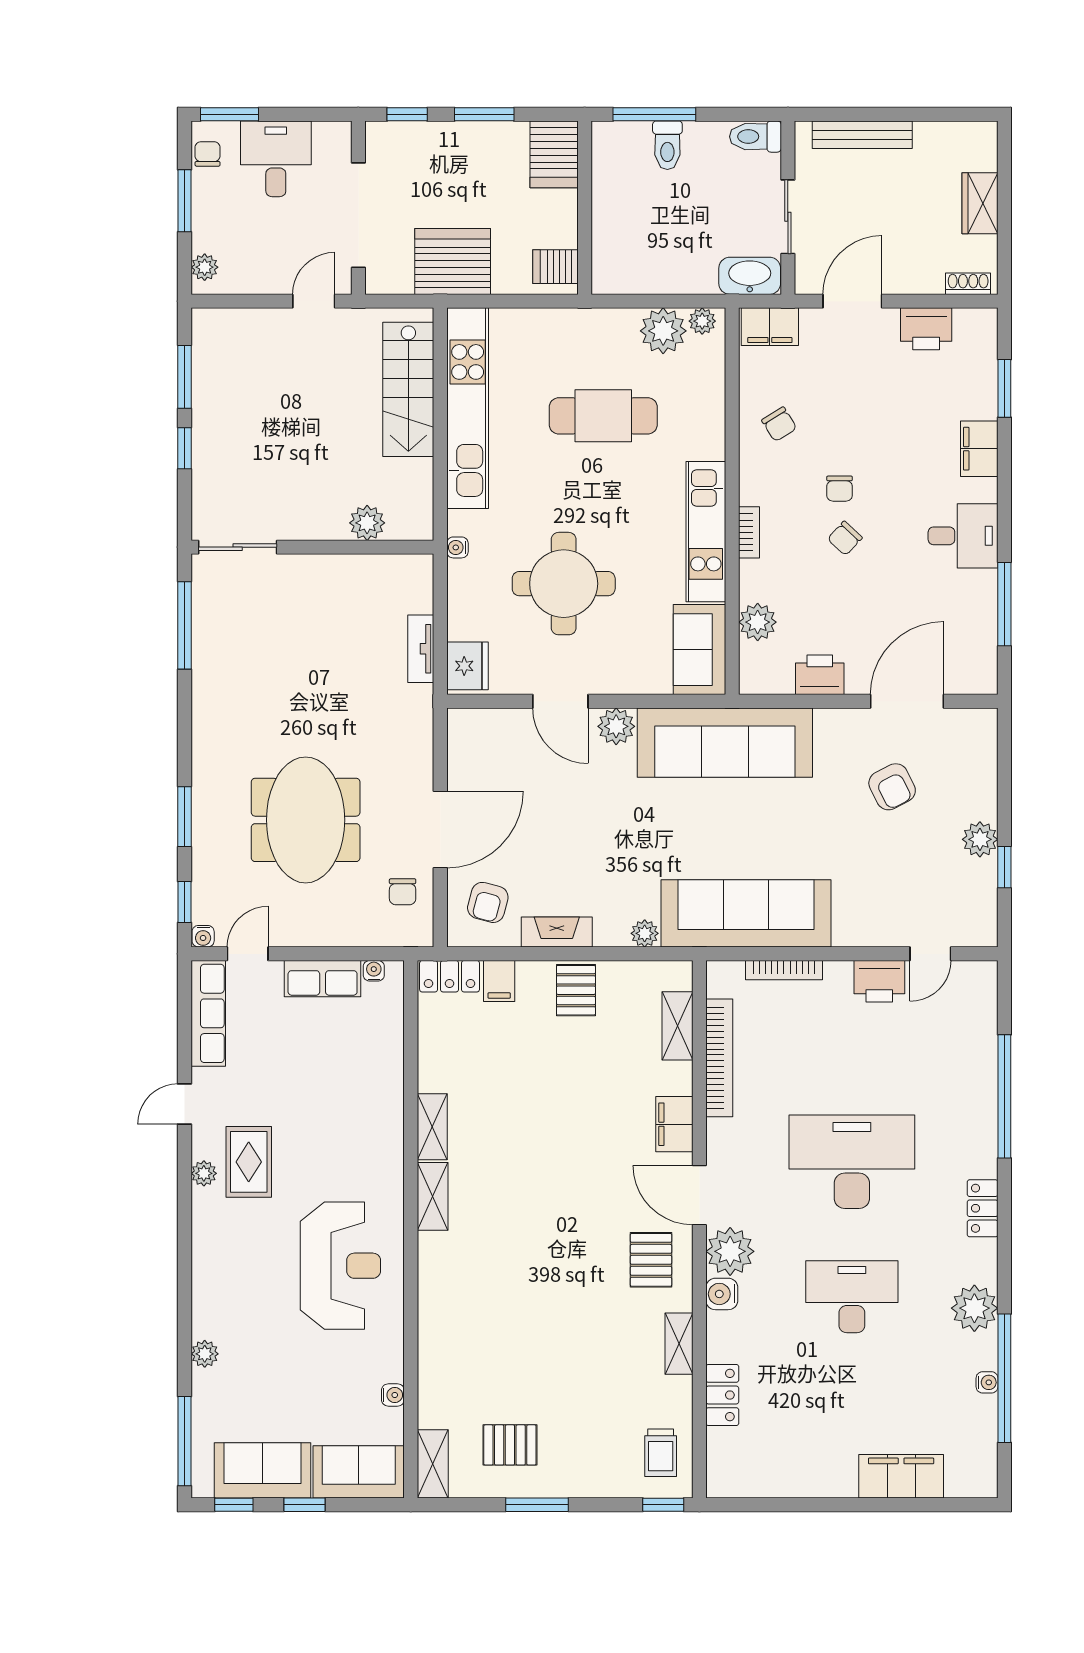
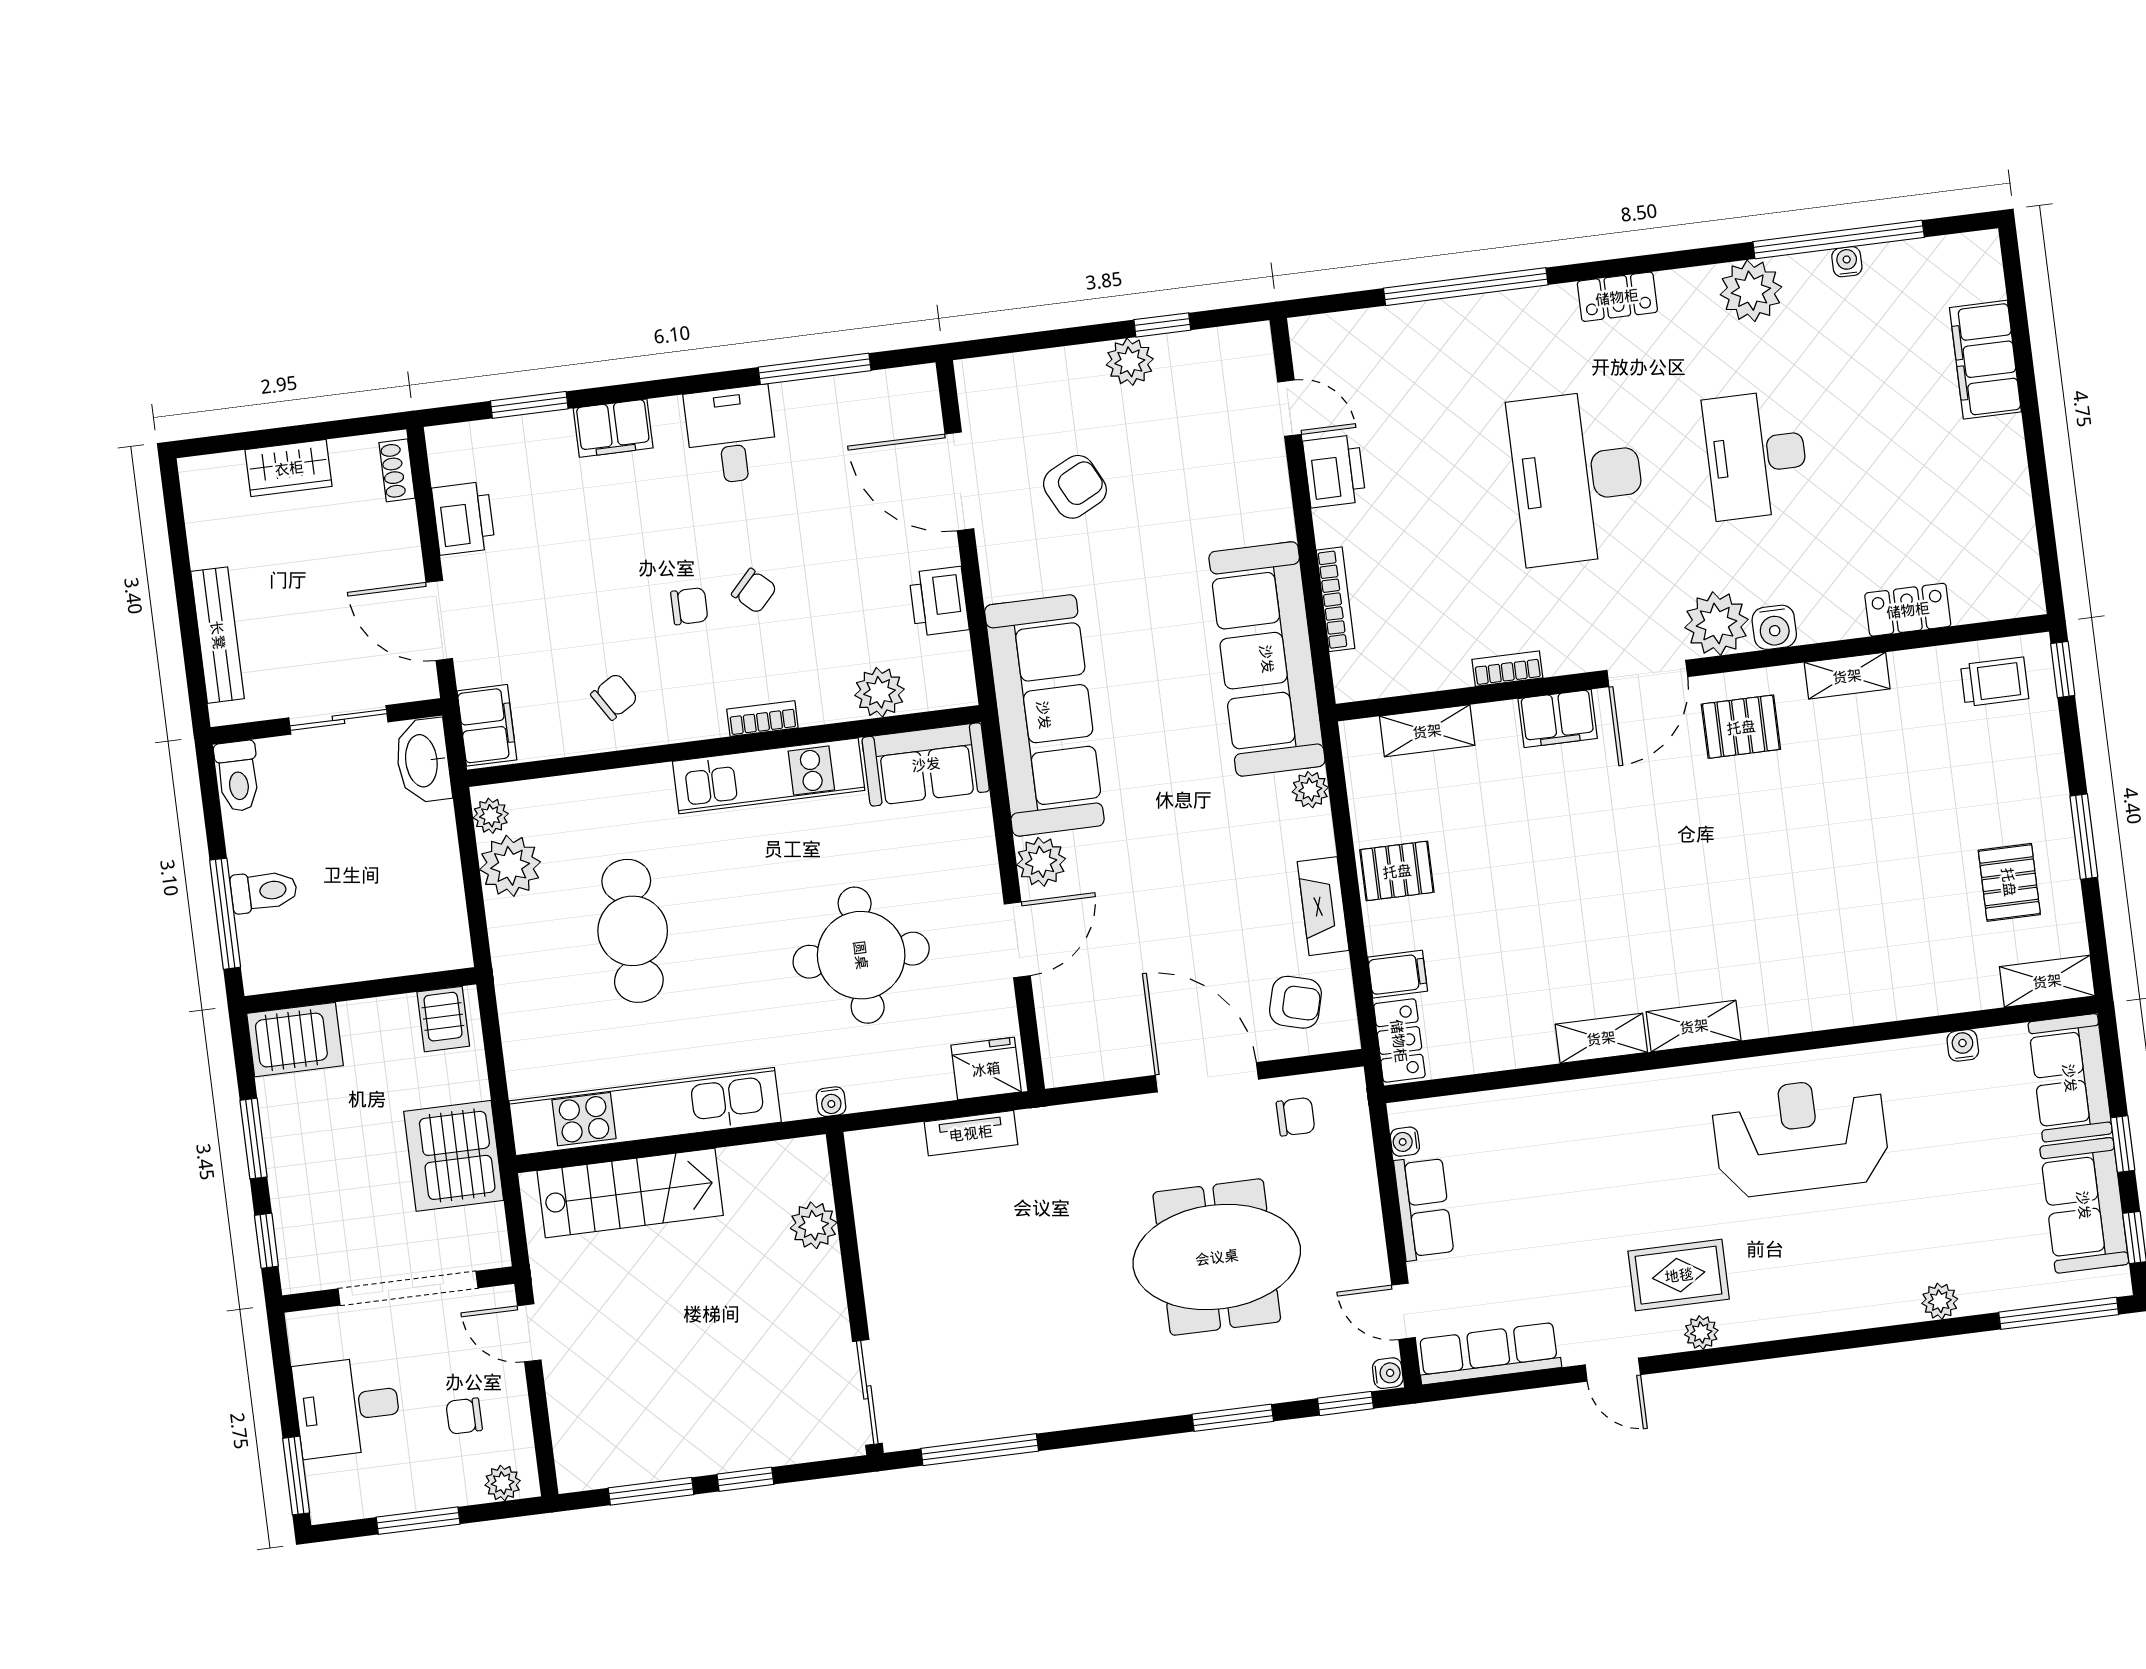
chair: (208, 154) -> (464, 1416), moved
bookcase: (719, 1058) -> (1507, 669), width x0.43, depth x0.76

